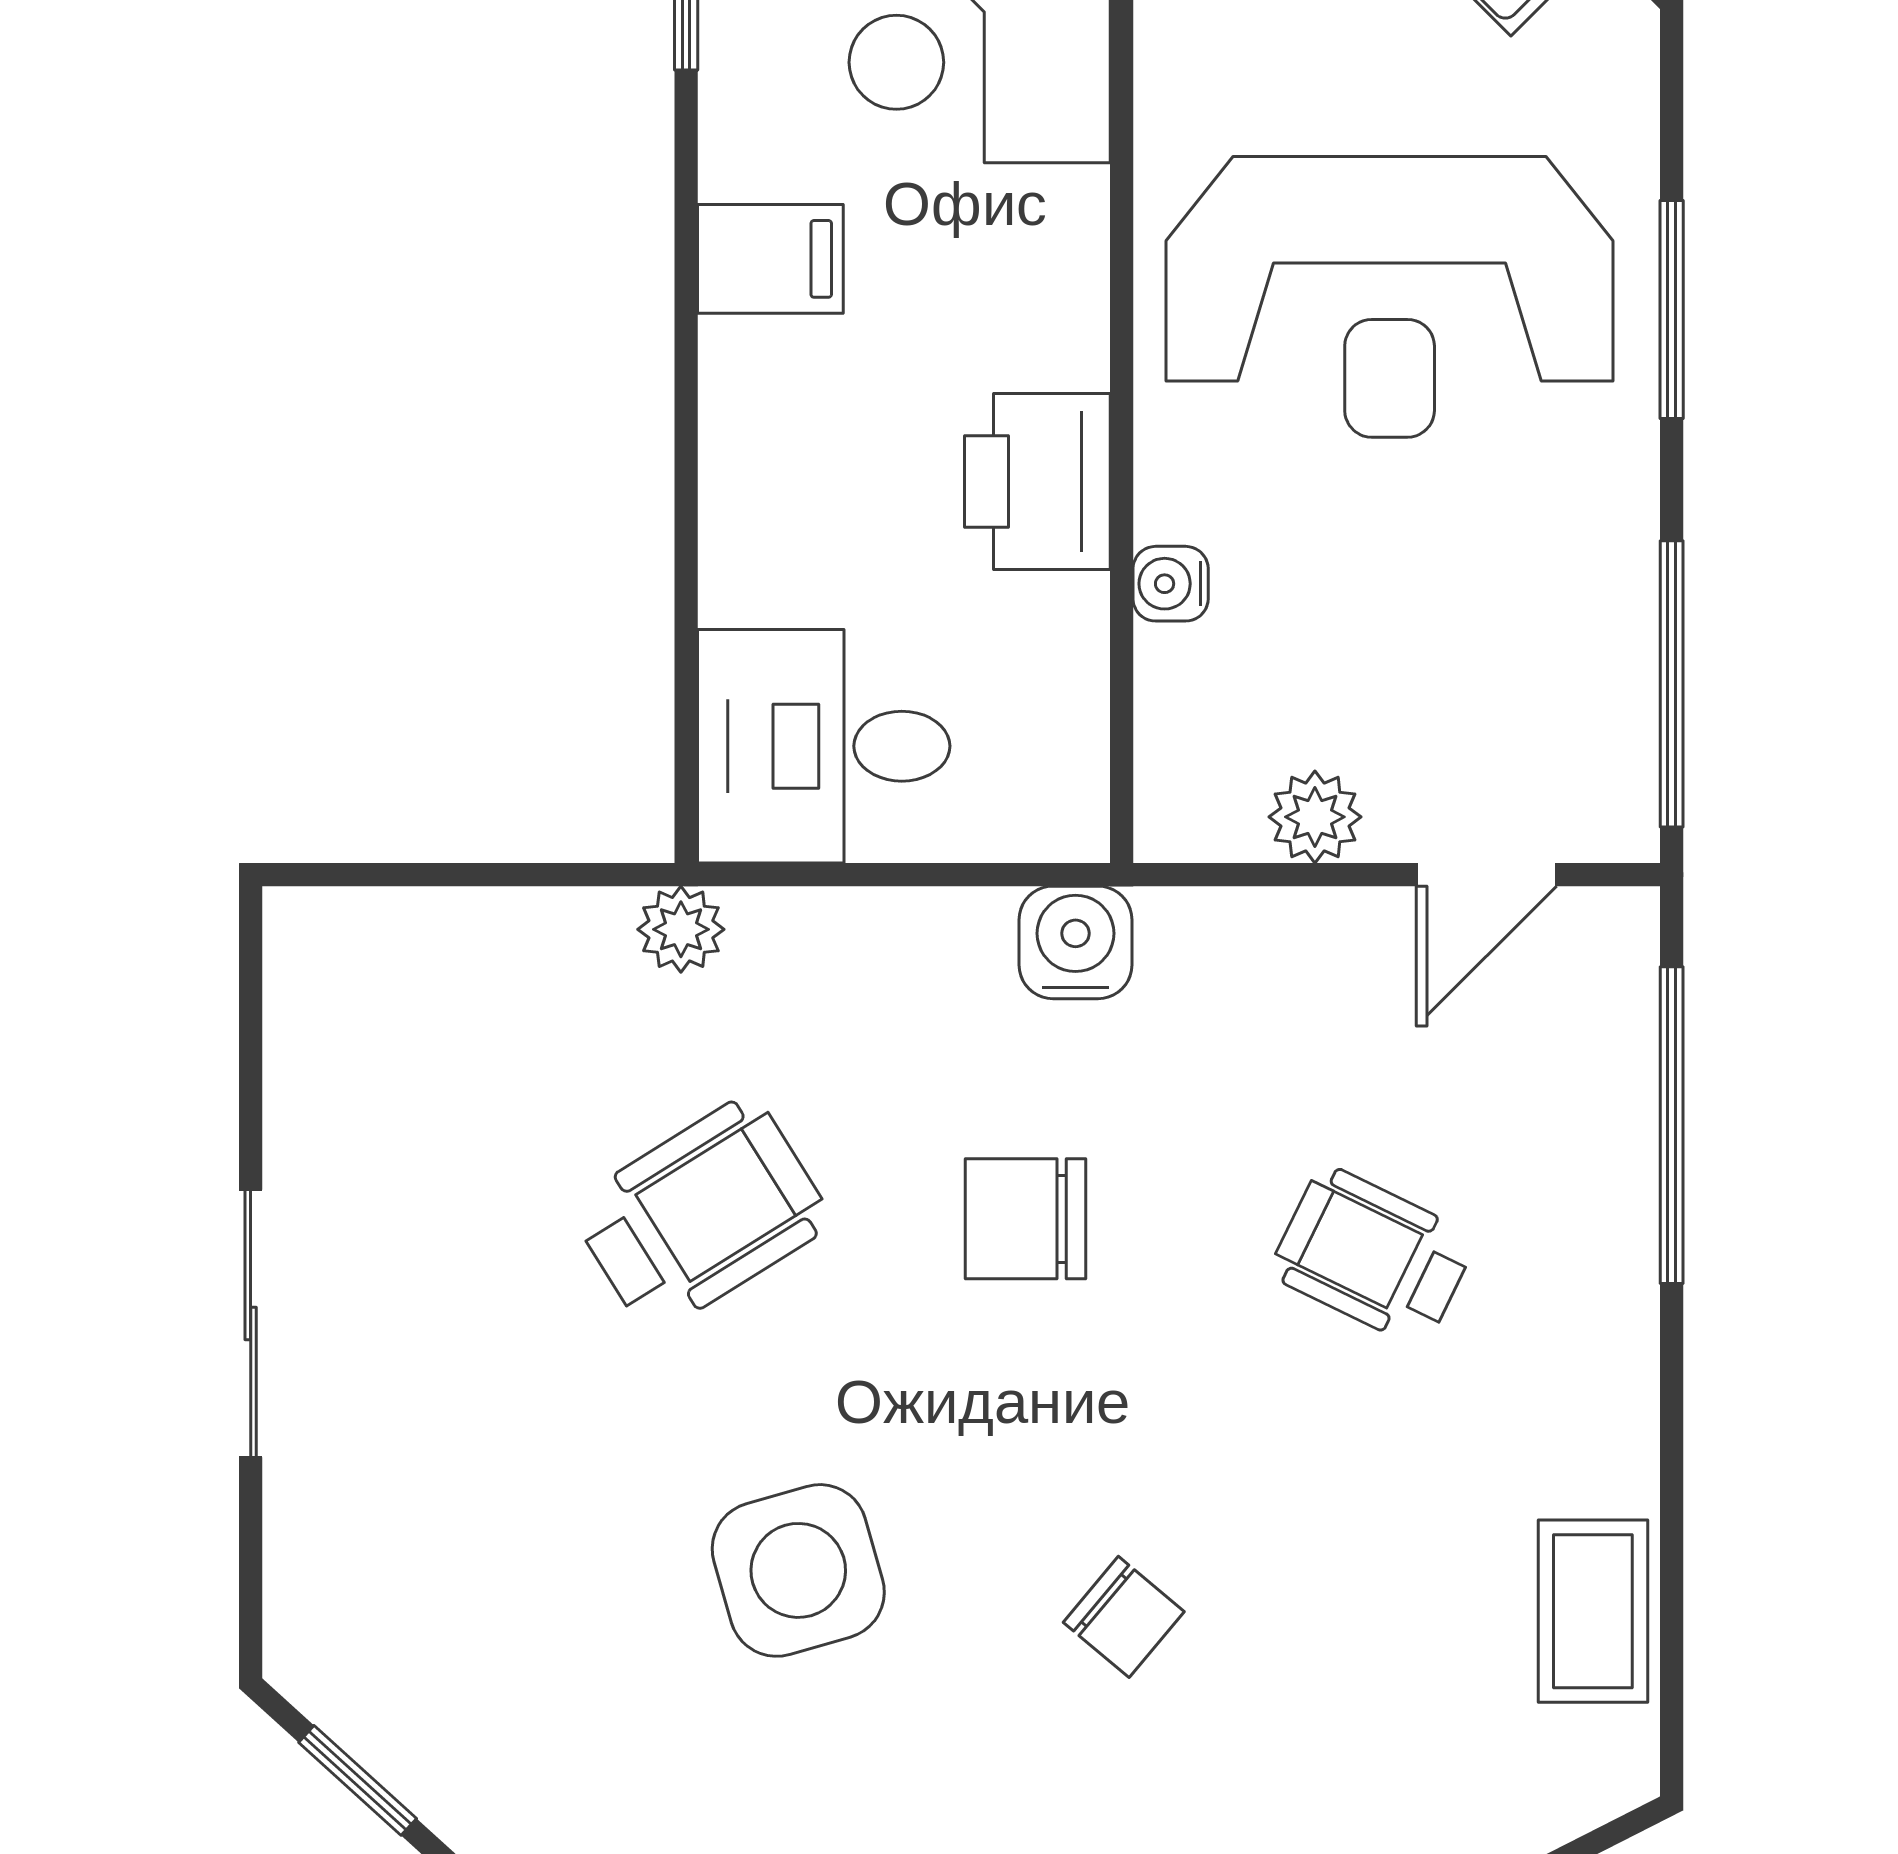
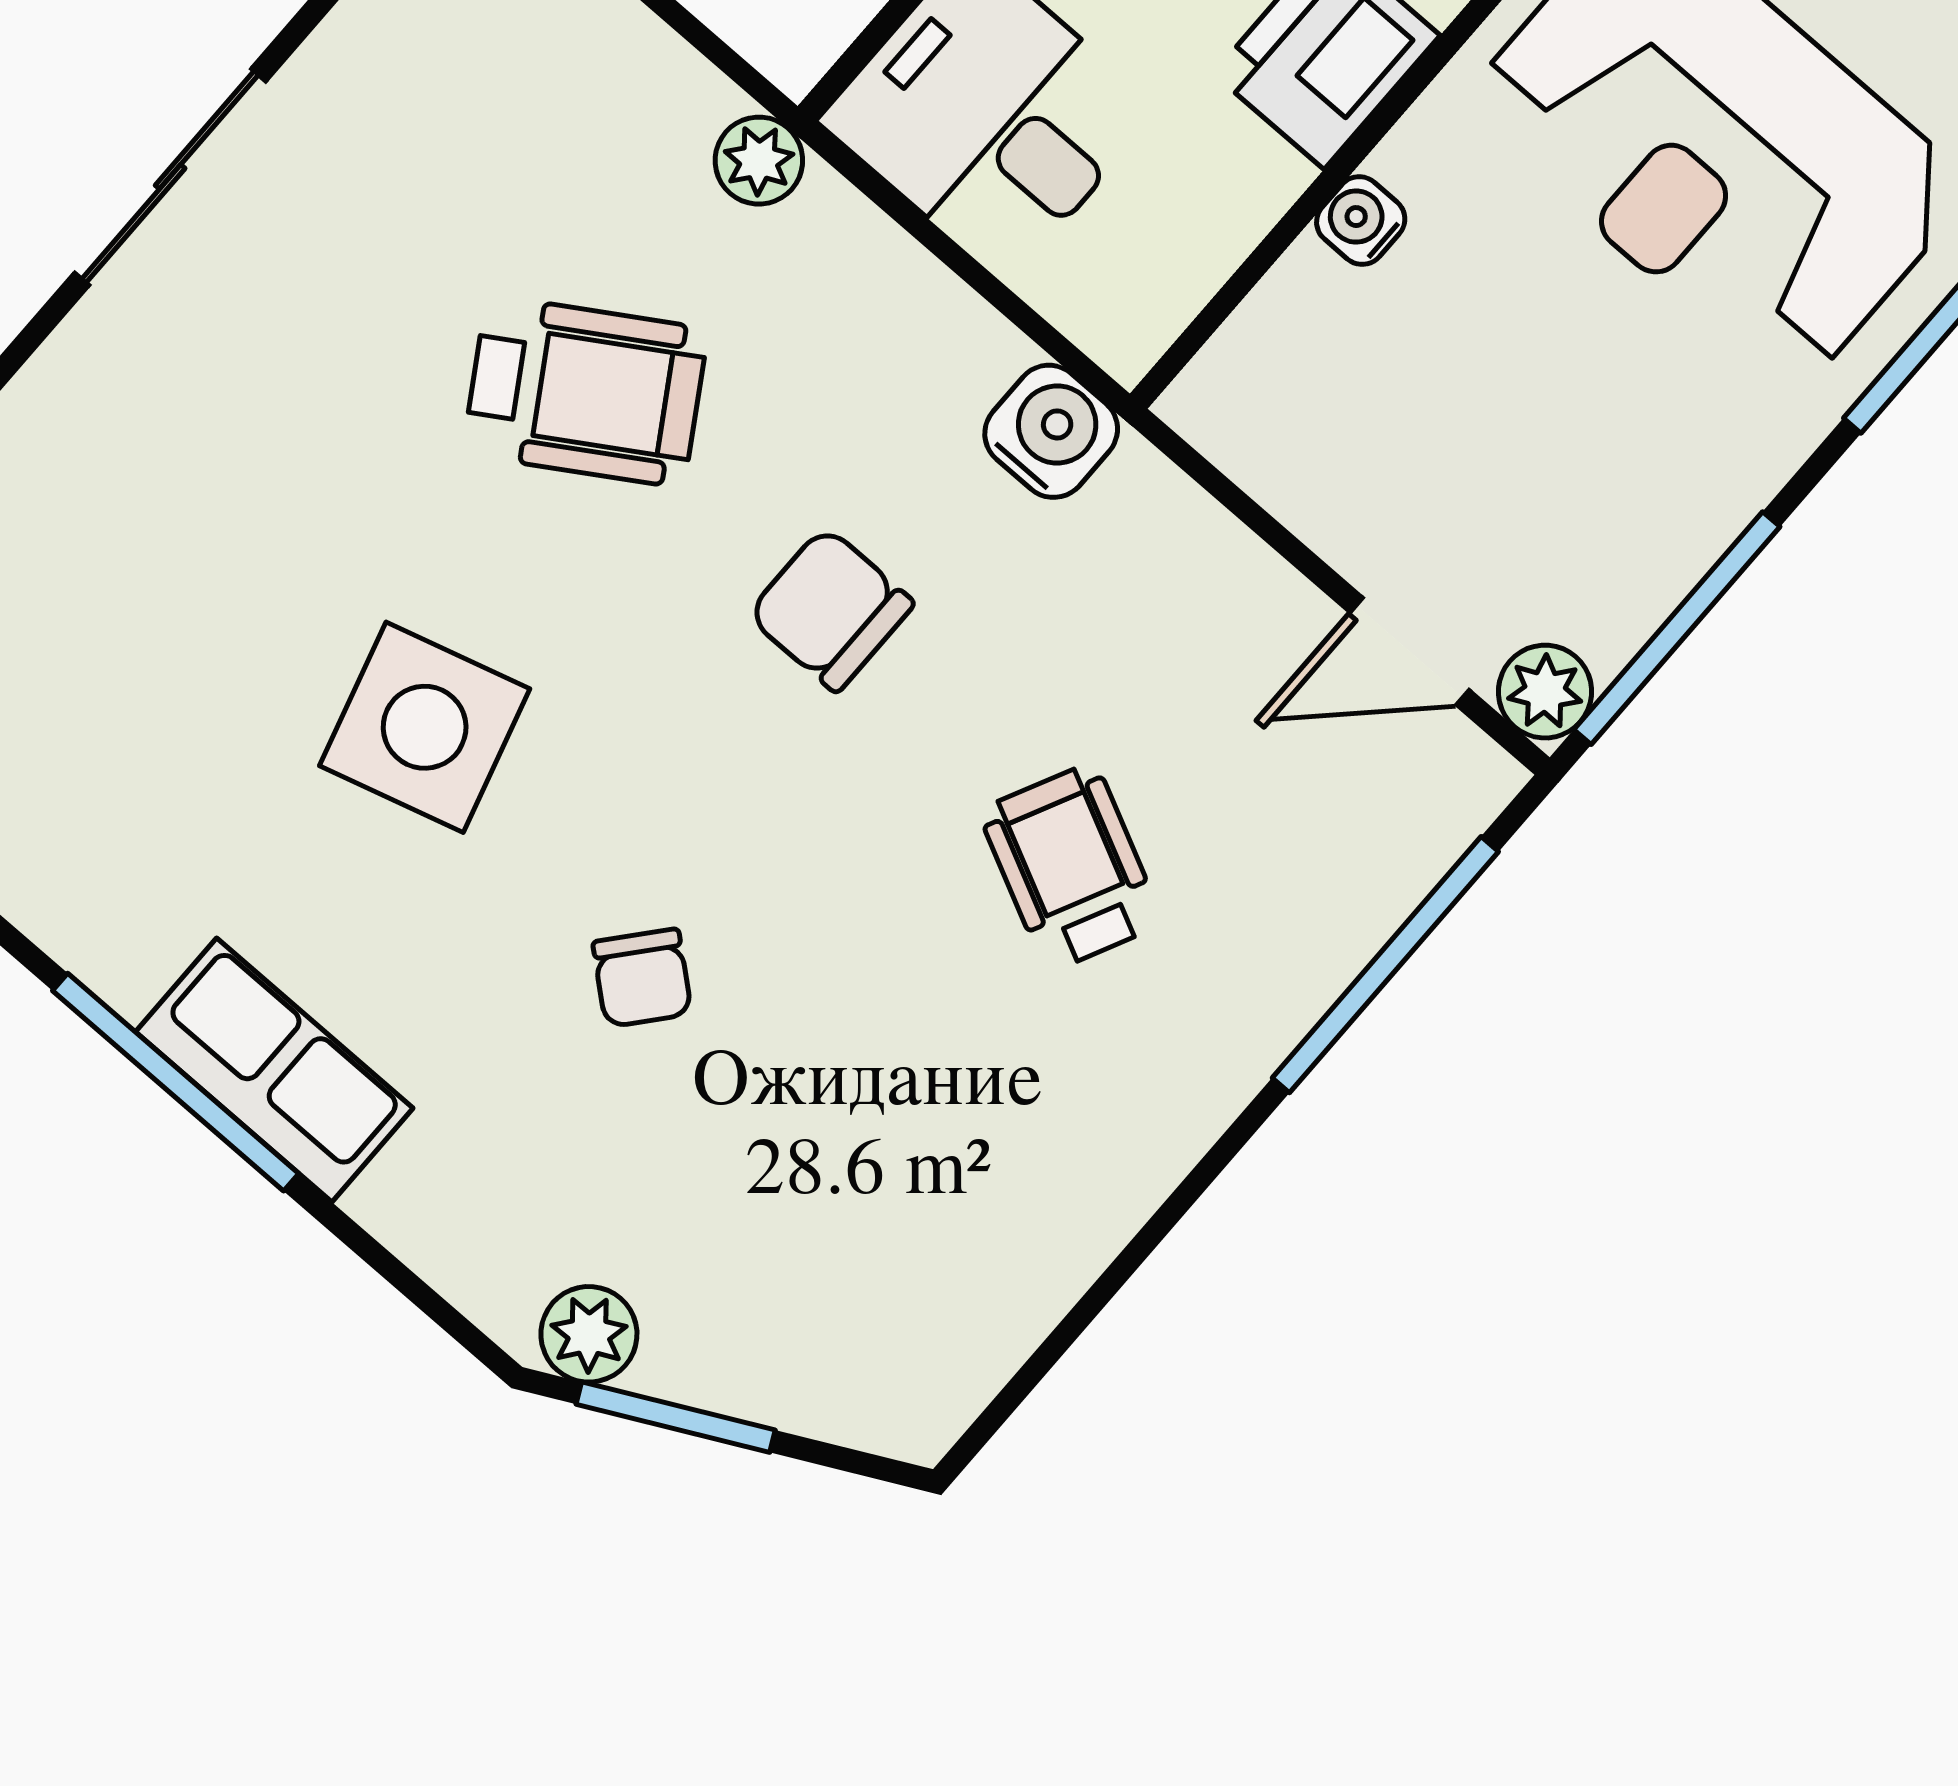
plant: (1315, 817) -> (1545, 692), moved
coffee table: (1593, 1611) -> (1004, 1284), removed

